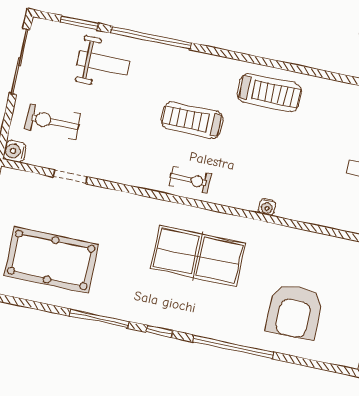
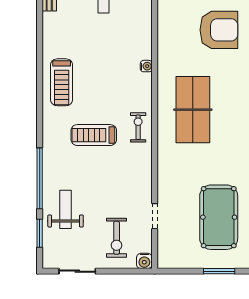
sliding door: (20, 61) -> (77, 271), width x0.73
treadmill: (269, 93) -> (62, 82), turned 180
treadmill: (192, 120) -> (94, 135), turned 90

